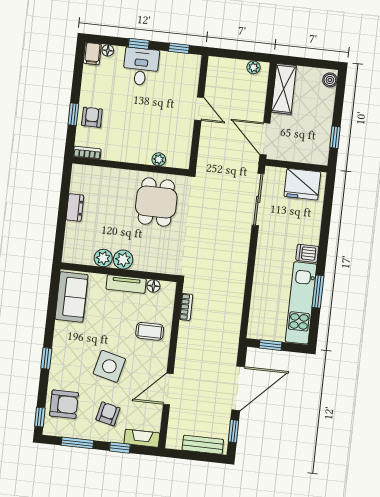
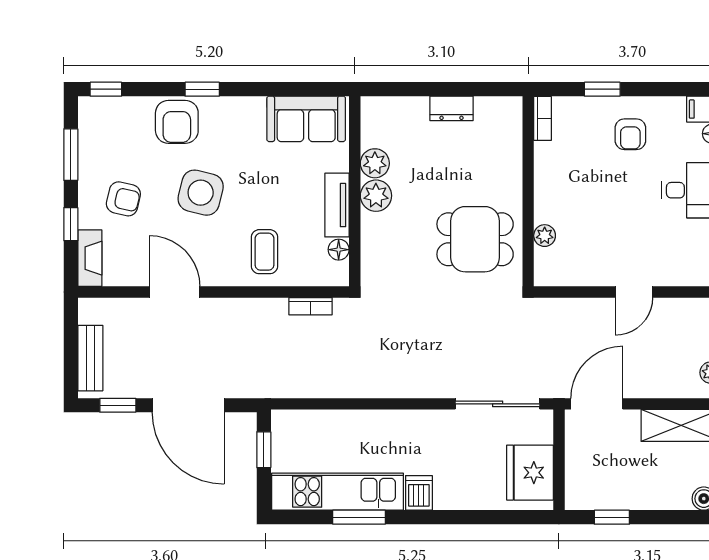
armchair: (92, 117) -> (630, 134), moved, turned 90
armchair: (64, 404) -> (177, 122), moved

